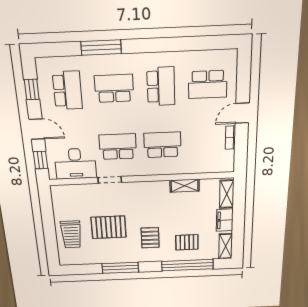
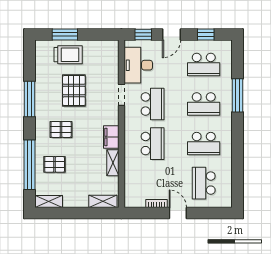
school desk: (114, 88) -> (204, 104), turned 90
filing cabinet: (225, 220) -> (111, 137), moved, turned -90
trolley: (71, 234) -> (68, 55), turned 180
window: (50, 238) -> (65, 34), added
pallet: (187, 242) -> (55, 164), turned 90

